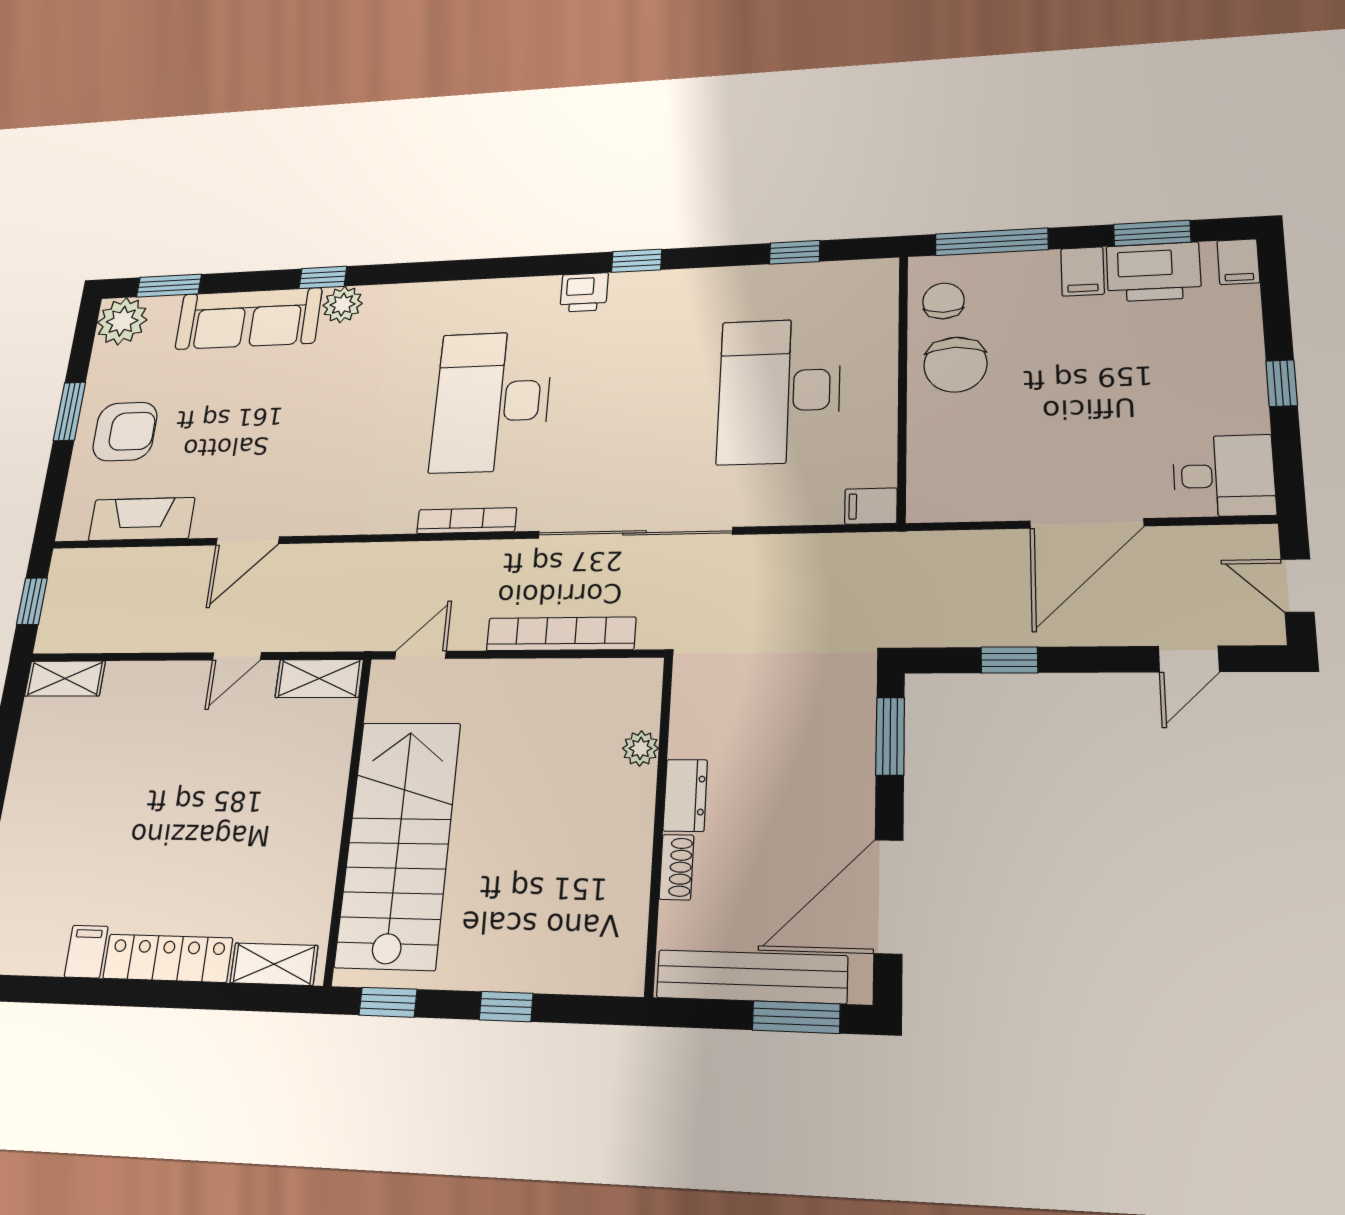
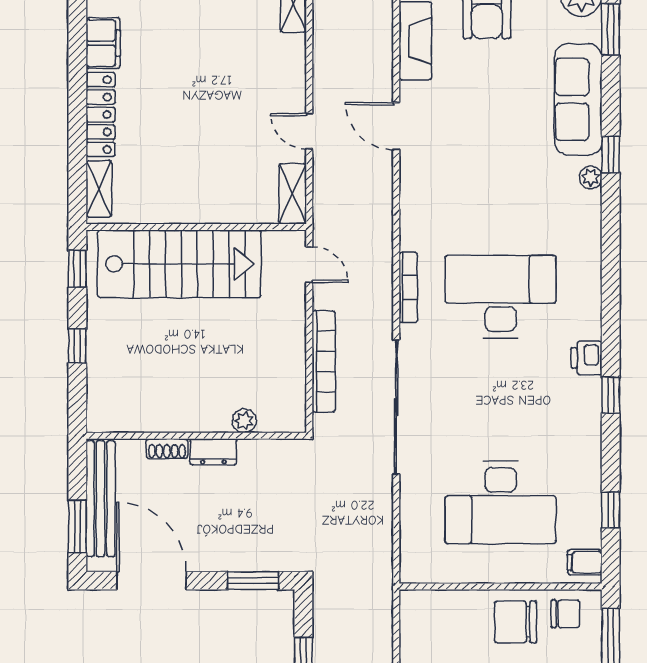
plant: (343, 304) -> (591, 177), width x0.73, depth x0.73
desk: (779, 391) -> (501, 502), turned 180
filing cabinet: (871, 506) -> (585, 562), moved, turned -90
filing cabinet: (86, 952) -> (103, 43), width x2.00

